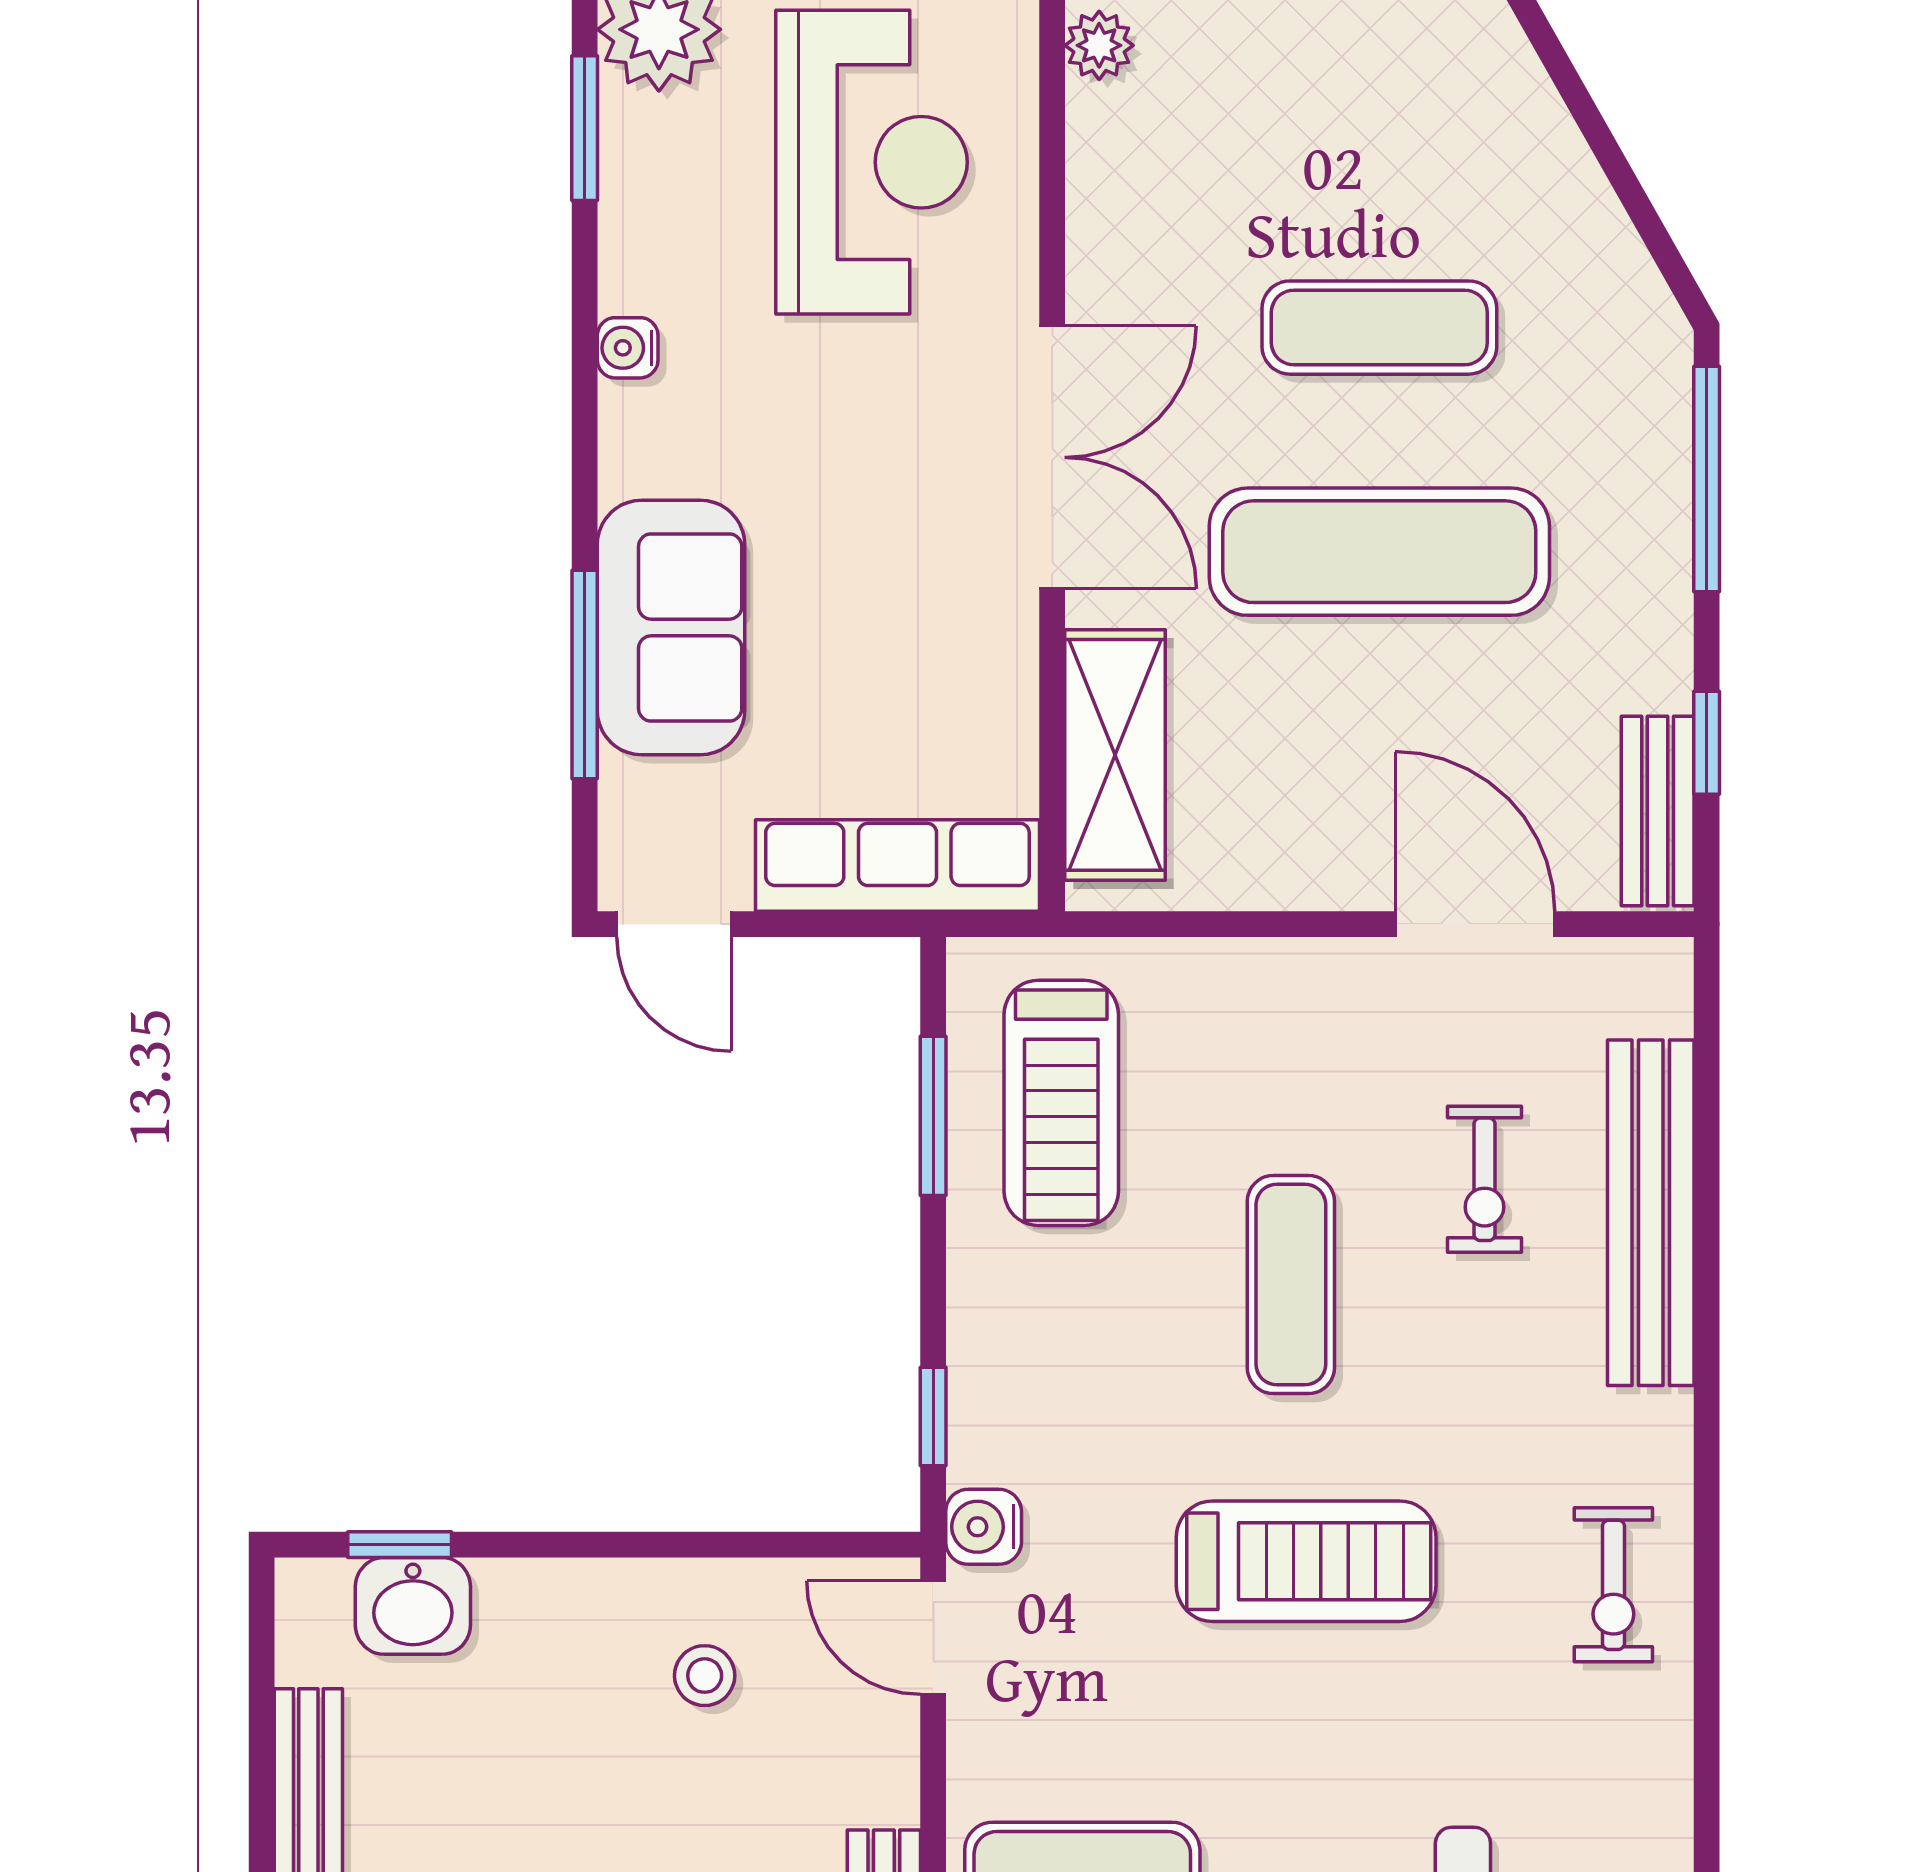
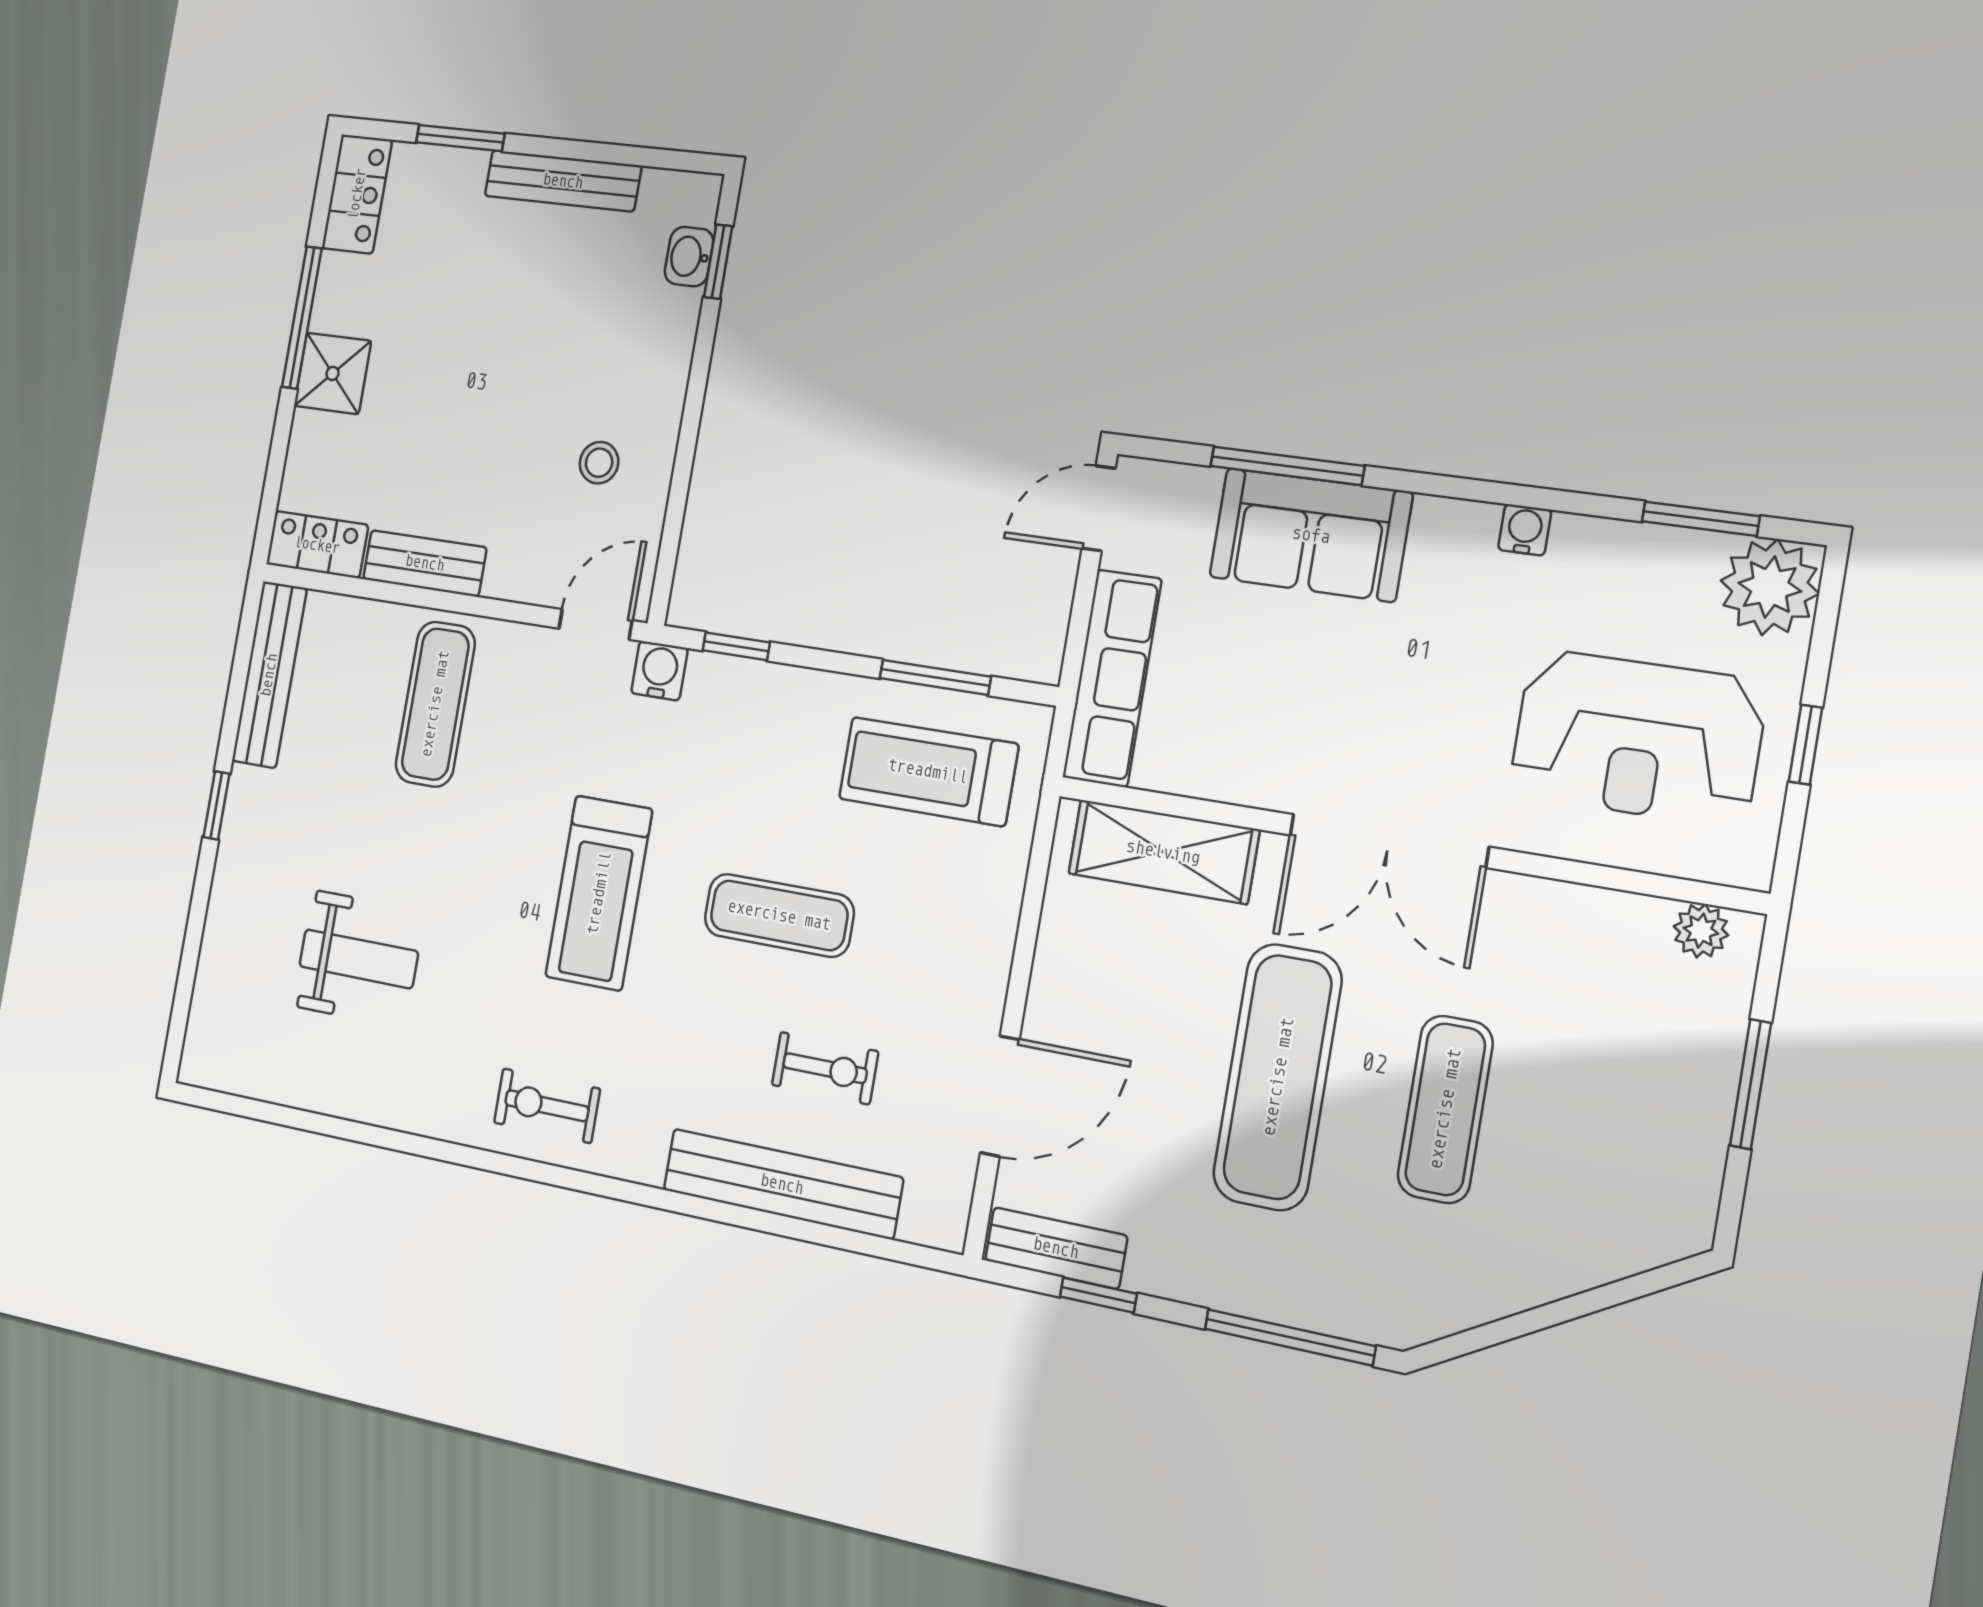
exercise bike: (1485, 1179) -> (825, 1068), turned 180
washbasin: (413, 1606) -> (689, 257), width x0.72, depth x0.69

